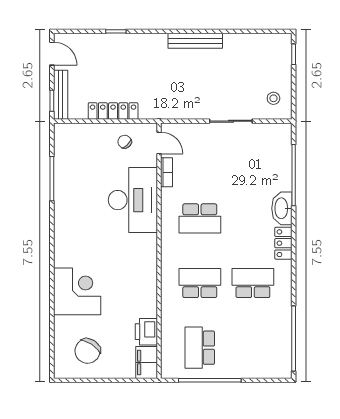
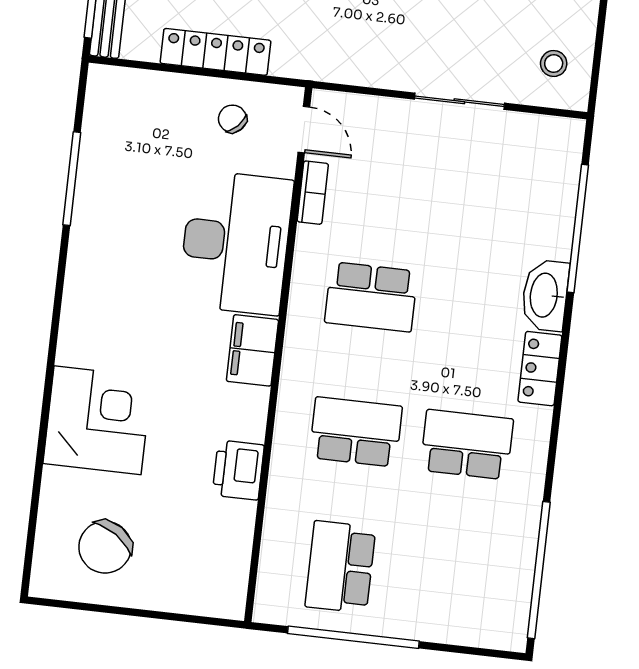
printer: (146, 332) -> (238, 470), moved
filing cabinet: (147, 362) -> (252, 350), moved

